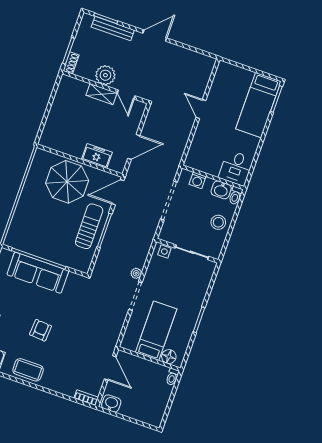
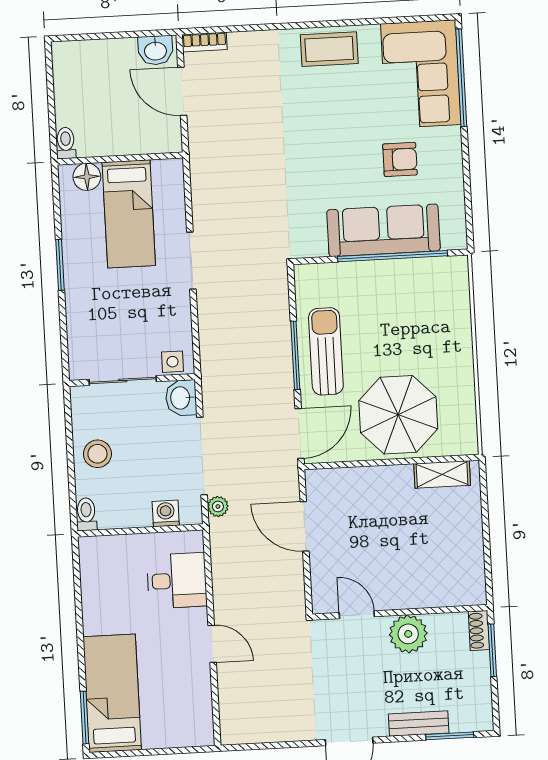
bench: (113, 29) -> (419, 723), width x0.73
shelving: (101, 94) -> (442, 474), moved
door: (134, 147) -> (305, 526), hinge flipped
freezer: (97, 156) -> (364, 483), removed
desk: (236, 168) -> (177, 581), moved, turned 90
washbasin: (221, 190) -> (181, 398), moved, turned -90
sun lounger: (89, 226) -> (326, 351), turned 180
plant: (136, 273) -> (218, 506), moved
armchair: (41, 330) -> (400, 159), moved, turned -94
door: (110, 368) -> (182, 91), moved

